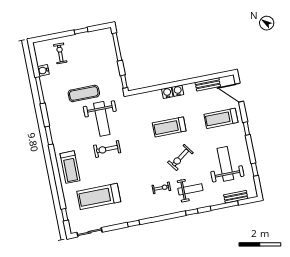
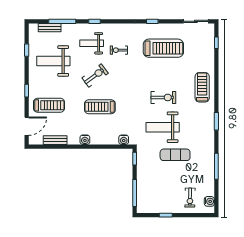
water cooler: (43, 70) -> (209, 201), moved
water cooler: (167, 93) -> (124, 140), moved
door: (239, 93) -> (27, 126), hinge flipped
weight bench: (102, 119) -> (163, 127), turned -90
treadmill: (169, 127) -> (100, 107), turned 180
weight bench: (225, 164) -> (53, 61), turned 90
treadmill: (99, 196) -> (163, 48), moved

